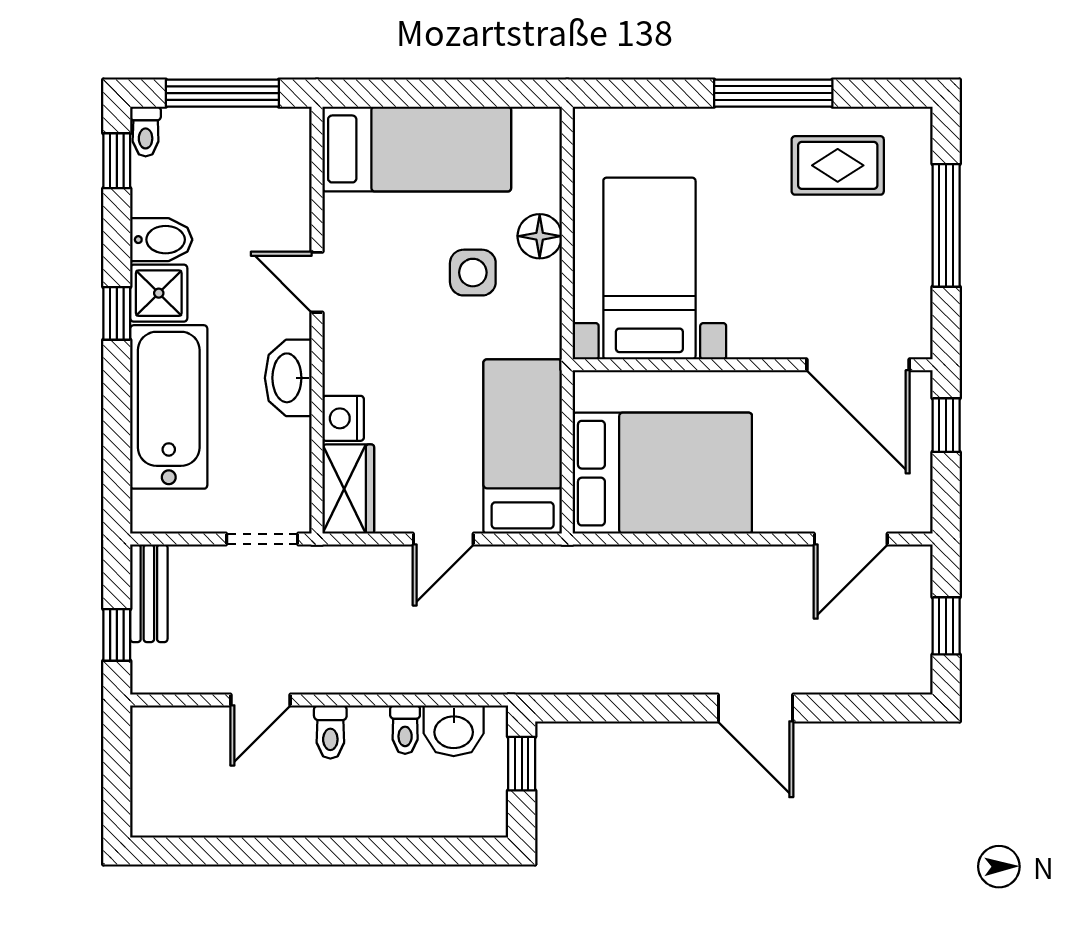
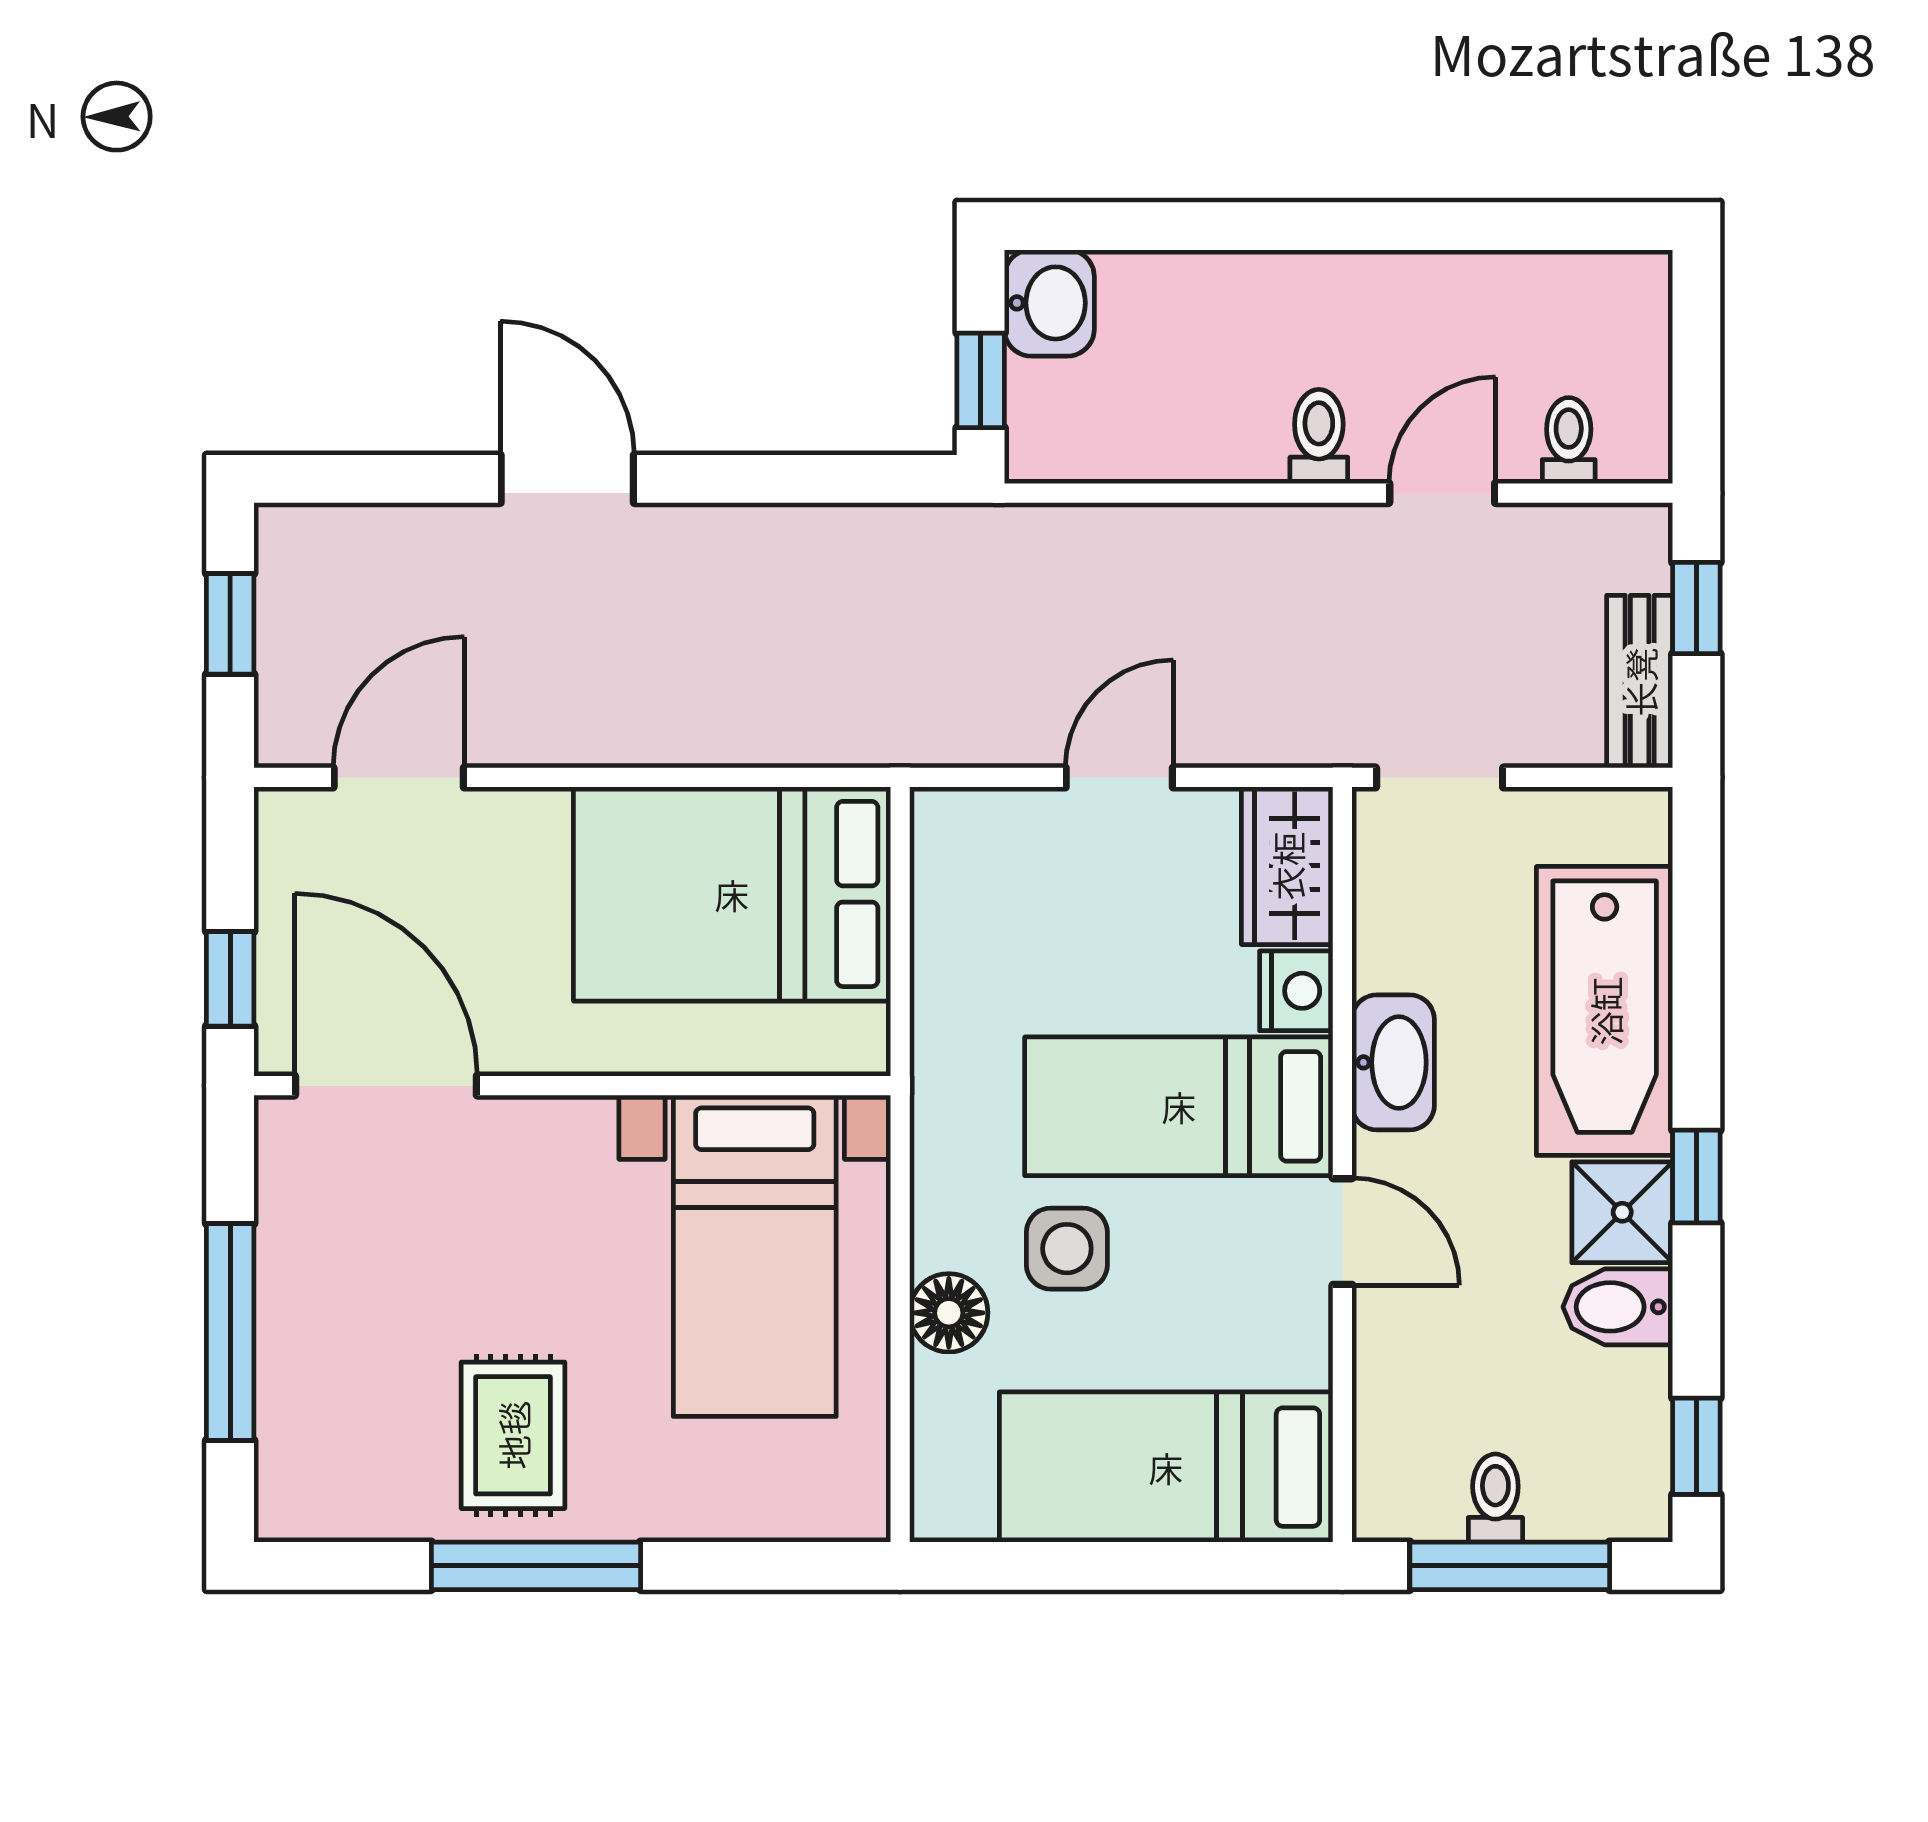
toilet: (146, 131) -> (1495, 1498), moved
rug: (838, 165) -> (513, 1435), moved, turned 90
bed: (523, 447) -> (1179, 1106), moved, turned 90
toilet: (405, 730) -> (1569, 441), moved
washbasin: (454, 731) -> (1049, 303), moved, turned 90

